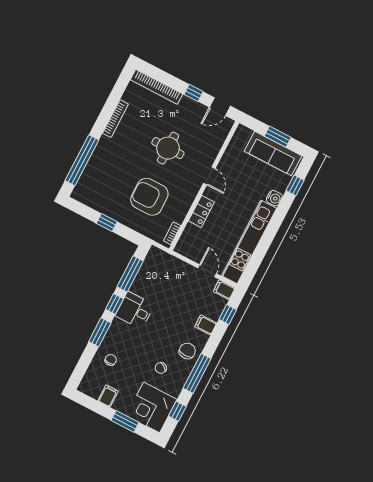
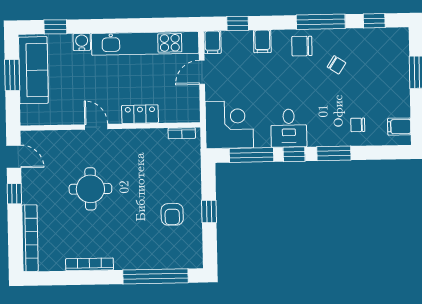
door: (209, 176) -> (96, 127), hinge flipped
armchair: (149, 197) -> (172, 214), moved, width x0.53, depth x0.53
filing cabinet: (108, 396) -> (399, 127), moved
corner desk: (152, 407) -> (229, 125), moved, turned -90

